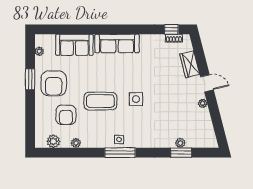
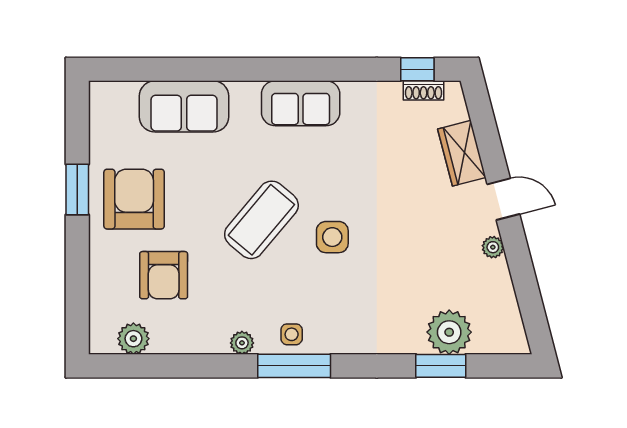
sofa: (117, 43) -> (301, 103), width x0.73
plant: (39, 51) -> (100, 122), removed
armchair: (54, 83) -> (134, 199), turned 180
coffee table: (100, 101) -> (261, 220), moved, turned -50
plant: (76, 143) -> (242, 343), moved
plant: (180, 143) -> (449, 332), width x1.88, depth x1.88

